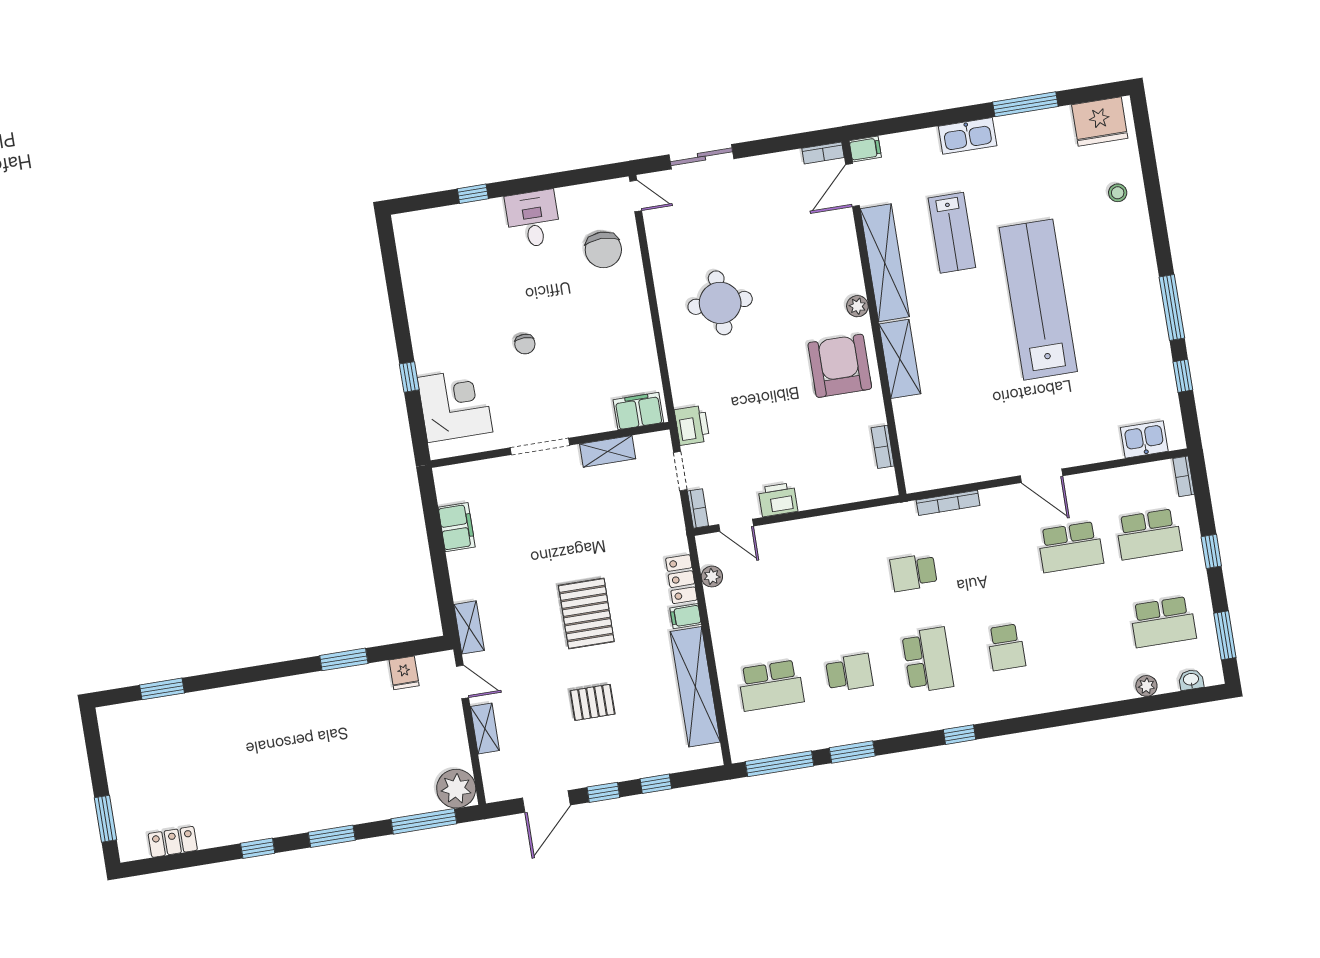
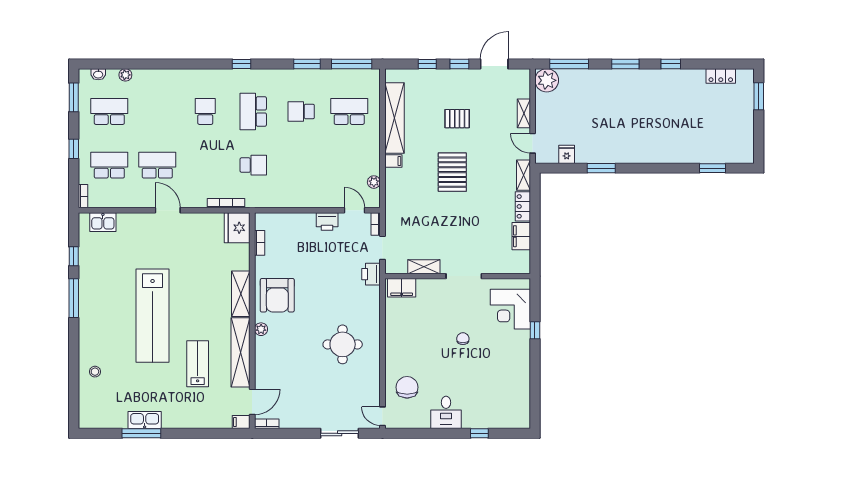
fridge: (1100, 121) -> (237, 228), moved, turned -90
kitchen sink: (968, 136) -> (145, 420), moved
locker: (681, 579) -> (523, 206), moved, turned 180

